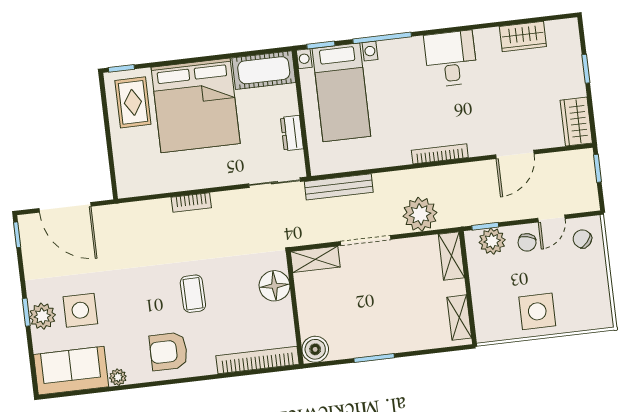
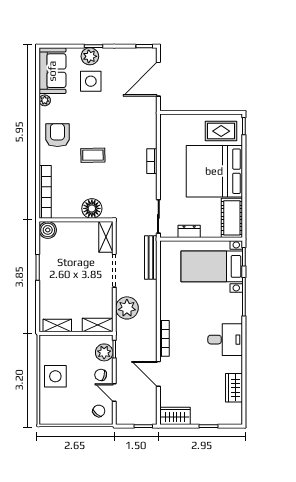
bookcase: (440, 154) -> (165, 338), moved

